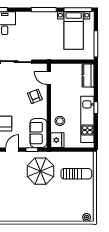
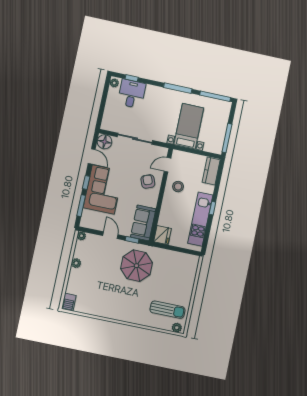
bed with nightstands: (74, 30) -> (189, 126), moved, turned 180
door: (49, 78) -> (167, 165), hinge flipped
stool: (60, 121) -> (178, 187), moved
door: (12, 150) -> (110, 235), hinge flipped
sun lounger: (76, 174) -> (167, 310), moved

